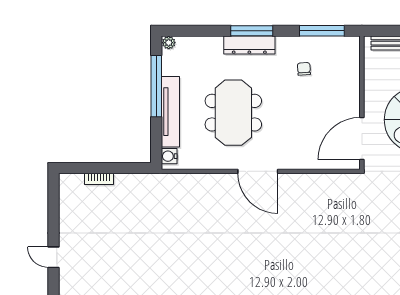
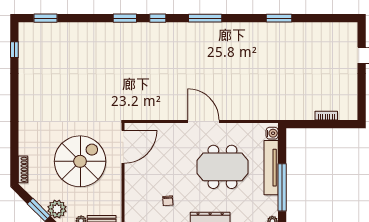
meeting table: (233, 113) -> (222, 167), turned 90

